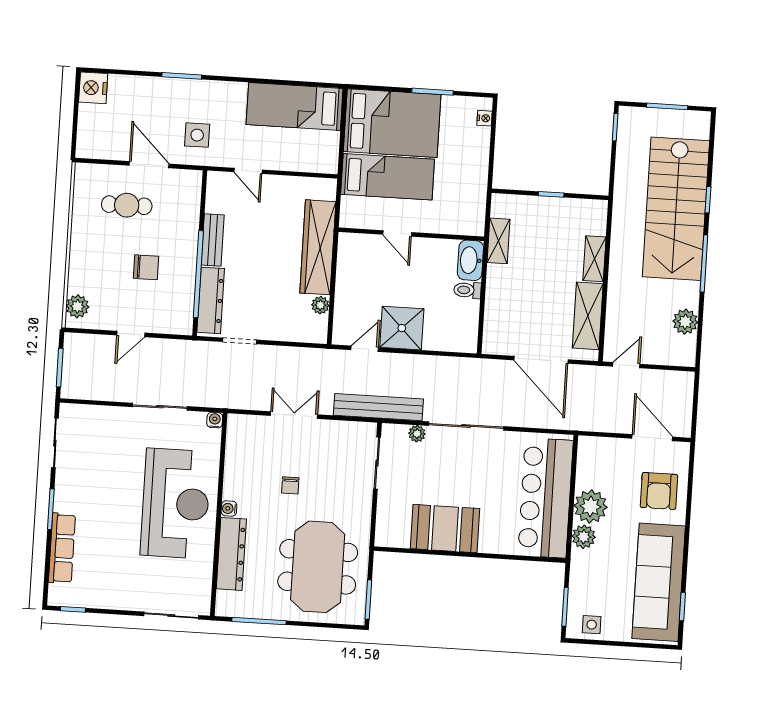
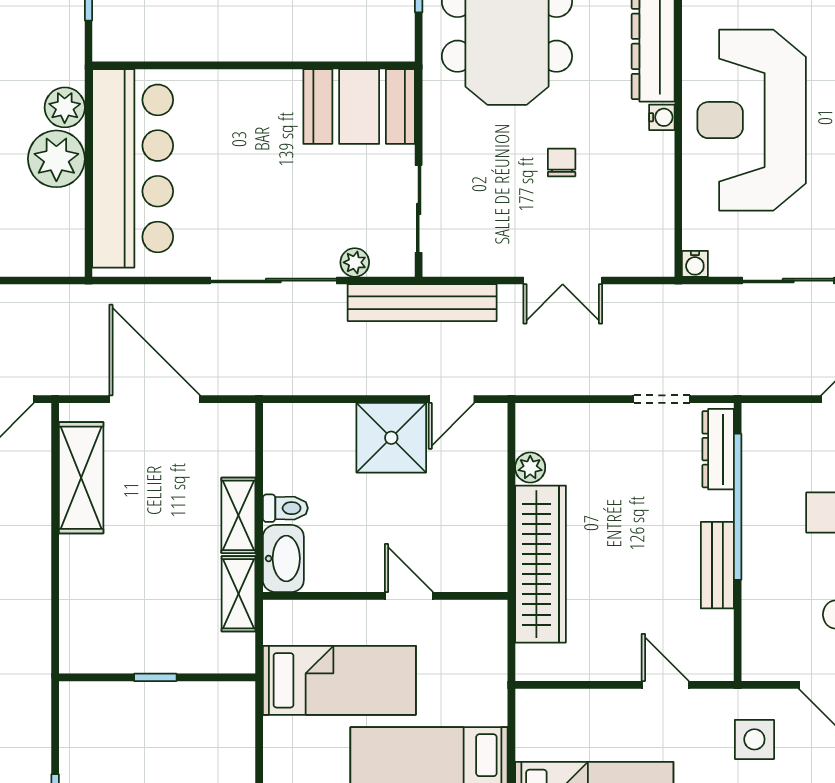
bed: (388, 177) -> (339, 680), moved, turned 180
shelving: (594, 259) -> (238, 515), moved
dresser: (211, 300) -> (718, 449), width x0.73, depth x0.80
booth: (445, 529) -> (359, 106), moved

